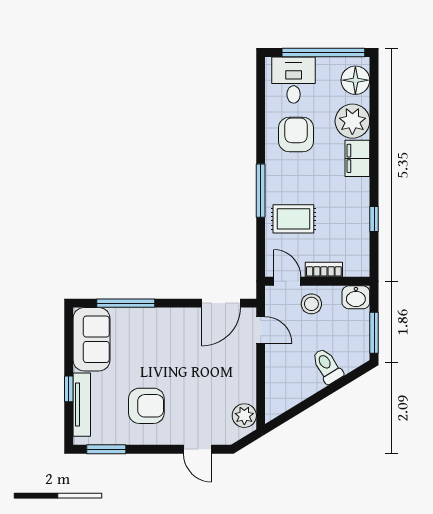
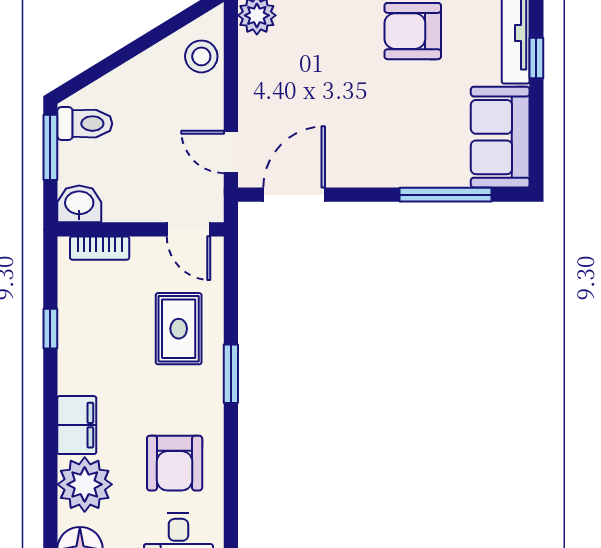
window: (261, 191) -> (231, 374), width x0.69
rug: (293, 219) -> (179, 329), turned 90
bookcase: (324, 270) -> (100, 248), moved
stool: (311, 304) -> (201, 56), moved
toilet: (327, 366) -> (85, 124), moved, turned -59

